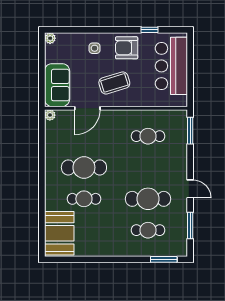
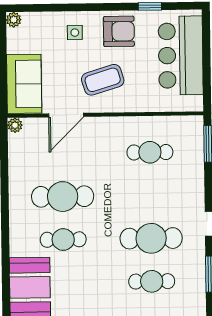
armchair: (127, 48) -> (119, 31), turned 180

